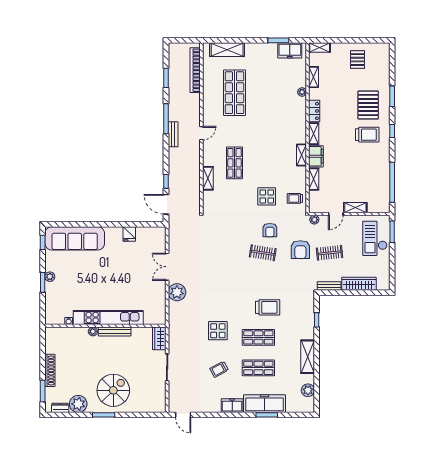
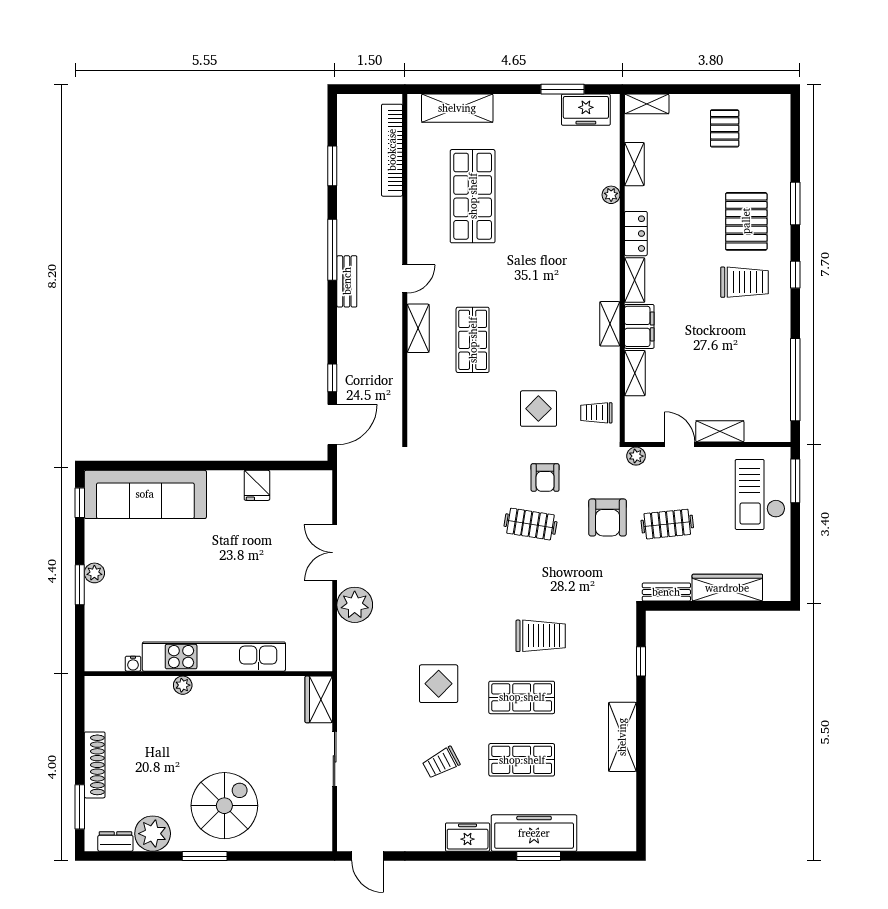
shelving: (208, 178) -> (418, 328), moved
door: (166, 204) -> (332, 425), swing flipped
door: (336, 214) -> (680, 445), swing flipped
bench: (115, 332) -> (227, 685), removed
plant: (308, 390) -> (623, 806), removed

